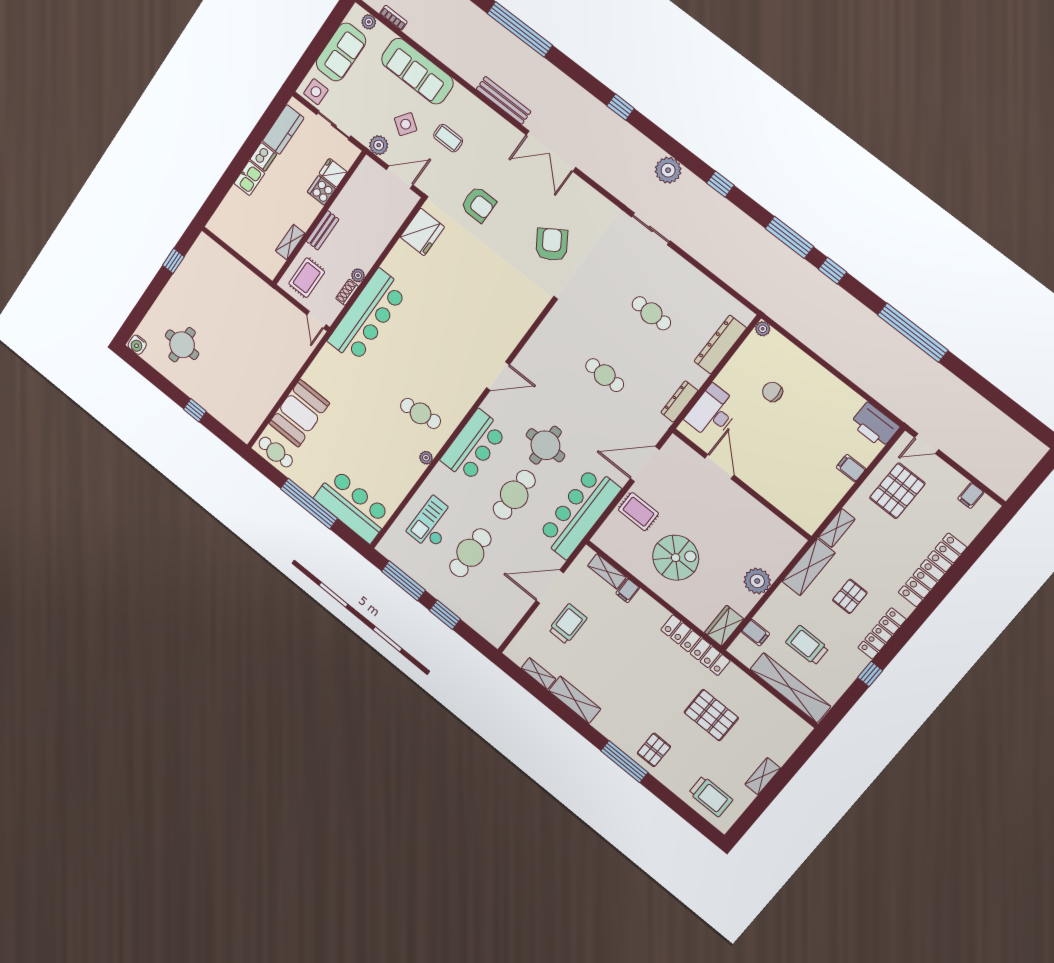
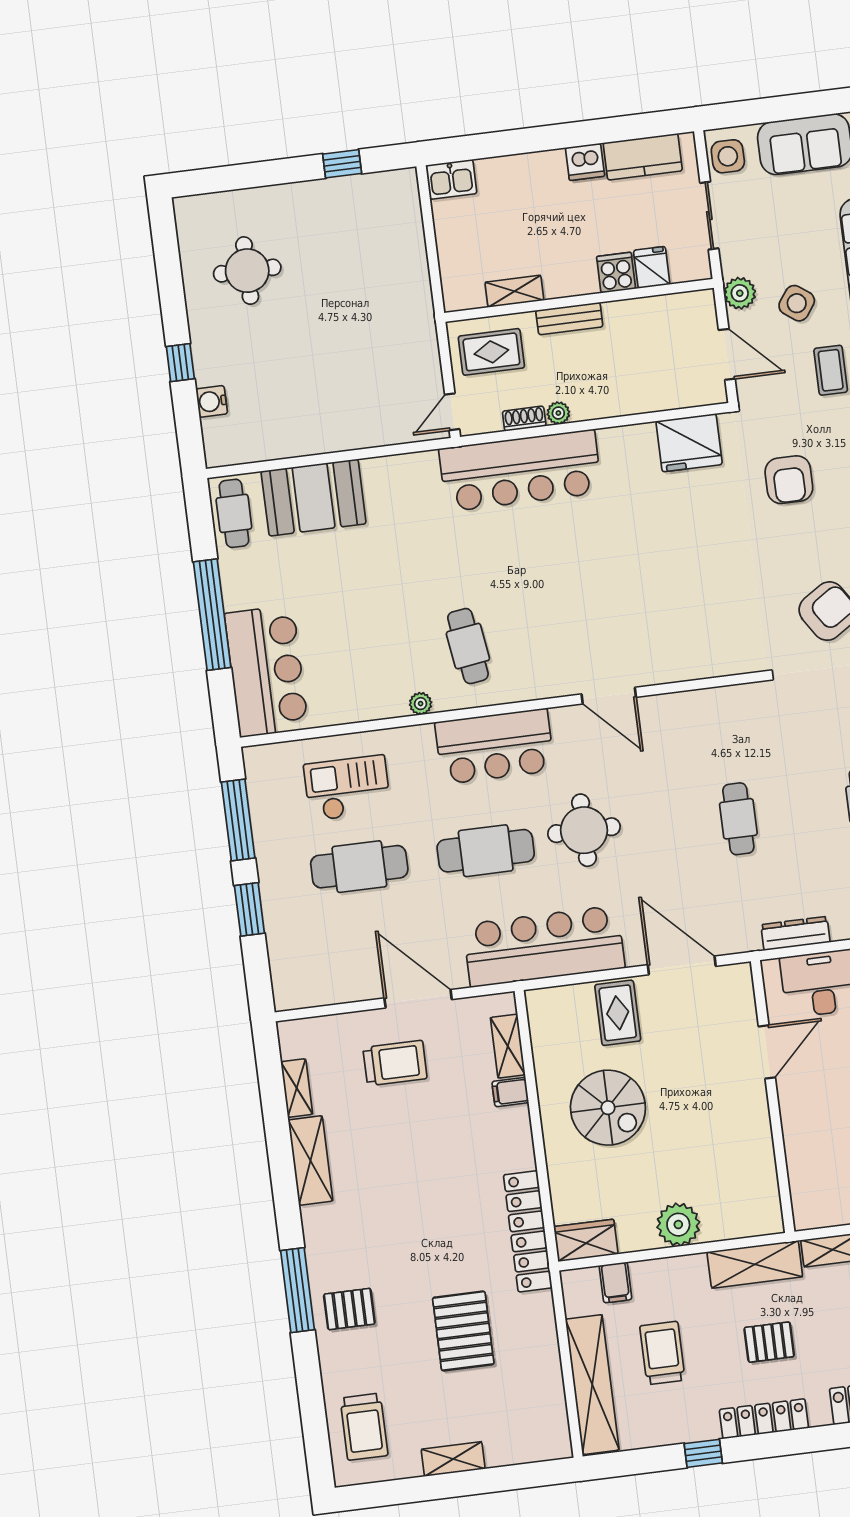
kitchen sink: (249, 178) -> (451, 179), moved
water cooler: (137, 345) -> (212, 401), moved

